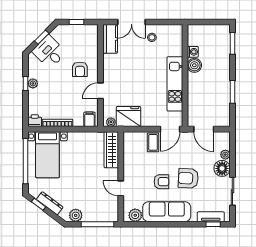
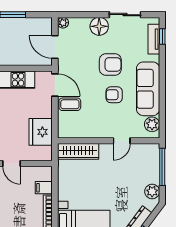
filing cabinet: (89, 119) -> (44, 188), moved
plant: (111, 122) -> (47, 152), removed
door: (204, 129) -> (55, 47), swing flipped
plant: (225, 155) -> (63, 23), moved
armchair: (188, 178) -> (110, 64), turned -93
armchair: (161, 182) -> (114, 95), turned -90

